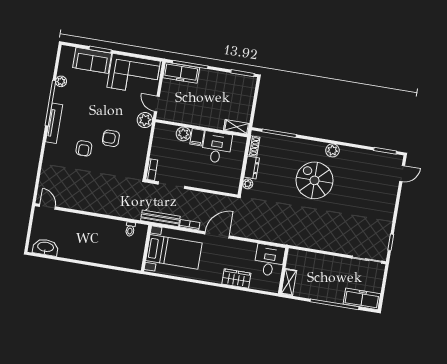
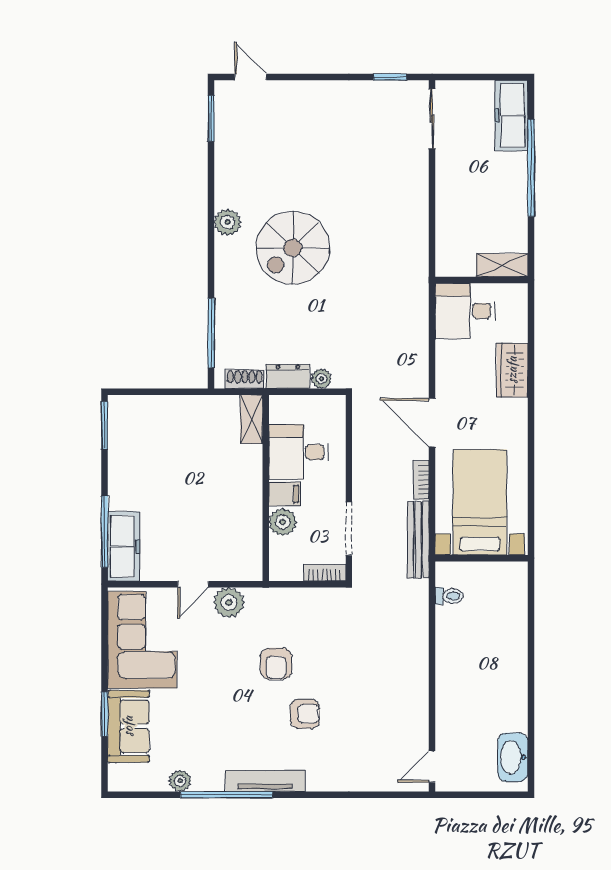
shelving: (237, 127) -> (251, 419), moved
wall: (202, 128) -> (266, 488), moved
plant: (183, 134) -> (283, 522), moved
filing cabinet: (197, 137) -> (285, 494), moved
desk: (217, 147) -> (299, 452), moved

